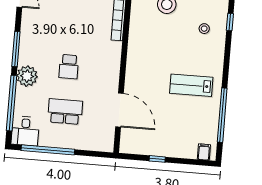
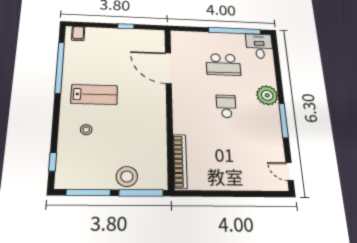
stool: (204, 29) -> (86, 130), moved
window: (11, 103) -> (278, 70), removed

